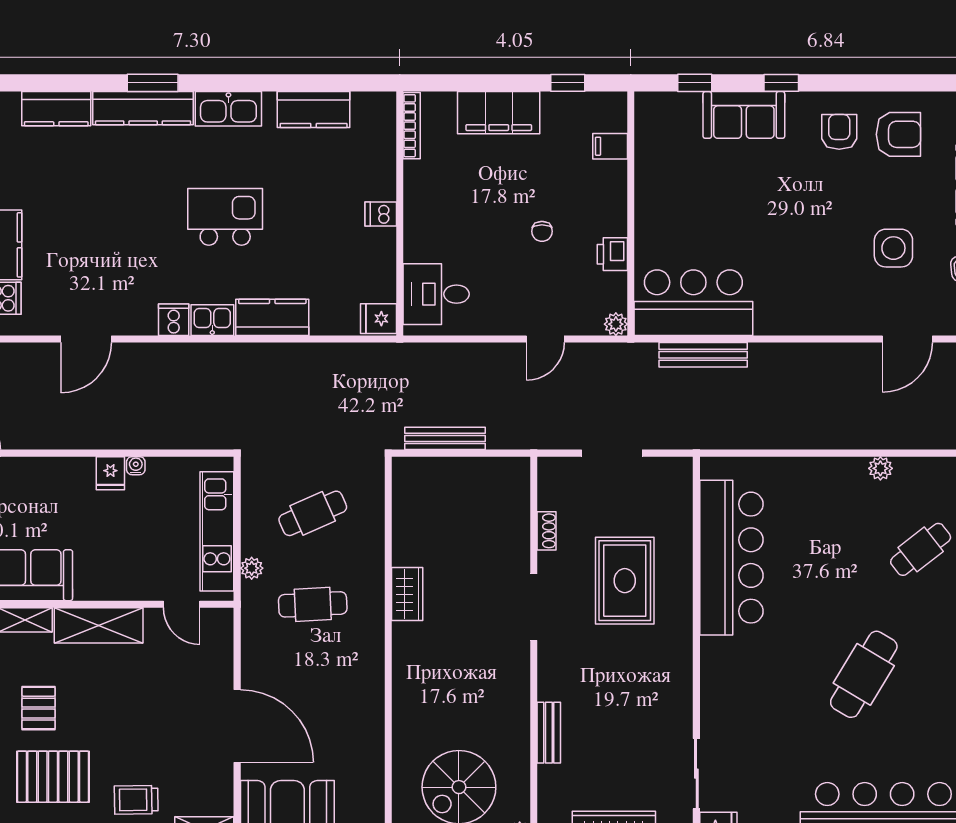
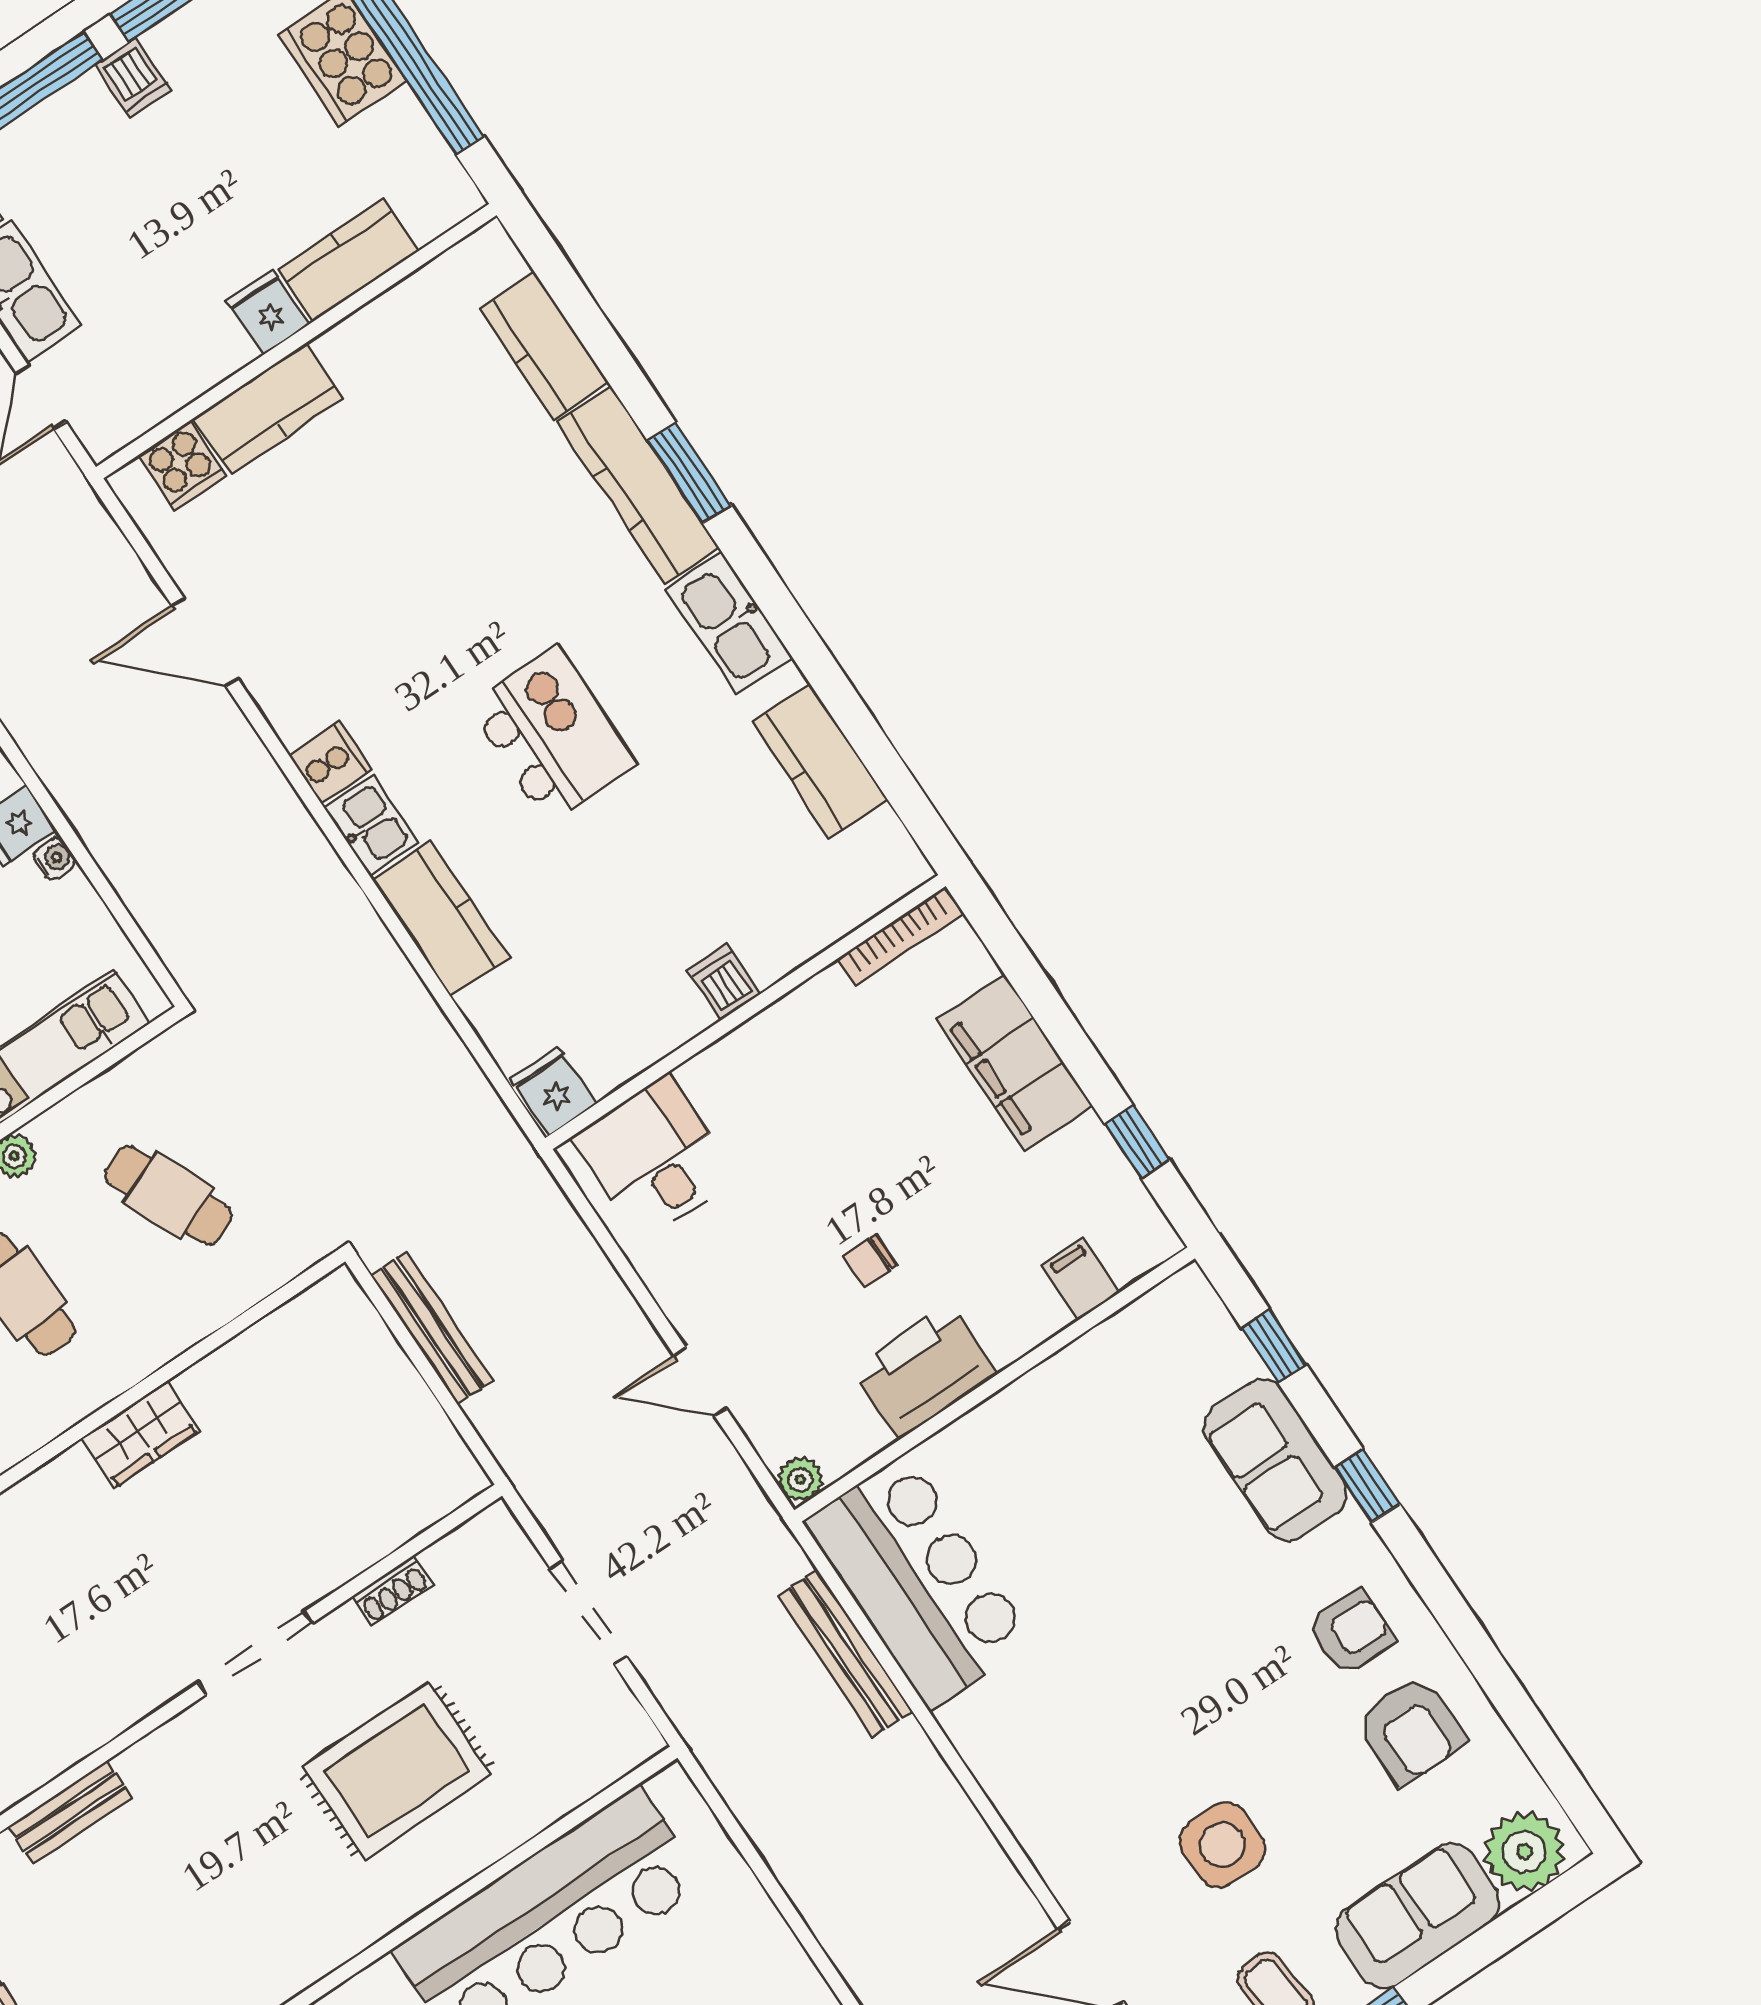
printer: (612, 254) -> (925, 1371), width x1.87, depth x1.48

